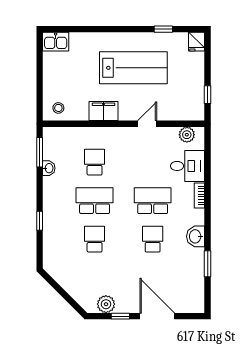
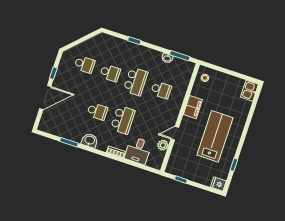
lab bench: (133, 68) -> (215, 136), turned 180
door: (147, 124) -> (175, 133), swing flipped
plant: (187, 135) -> (163, 145), moved
school desk: (95, 278) -> (85, 64), added
plant: (106, 304) -> (65, 66), removed

